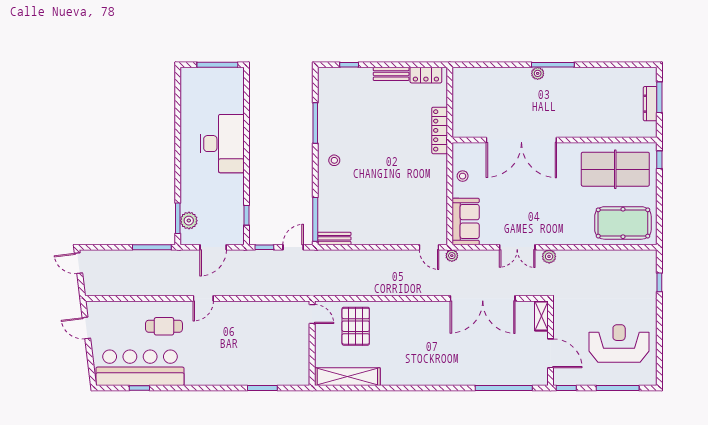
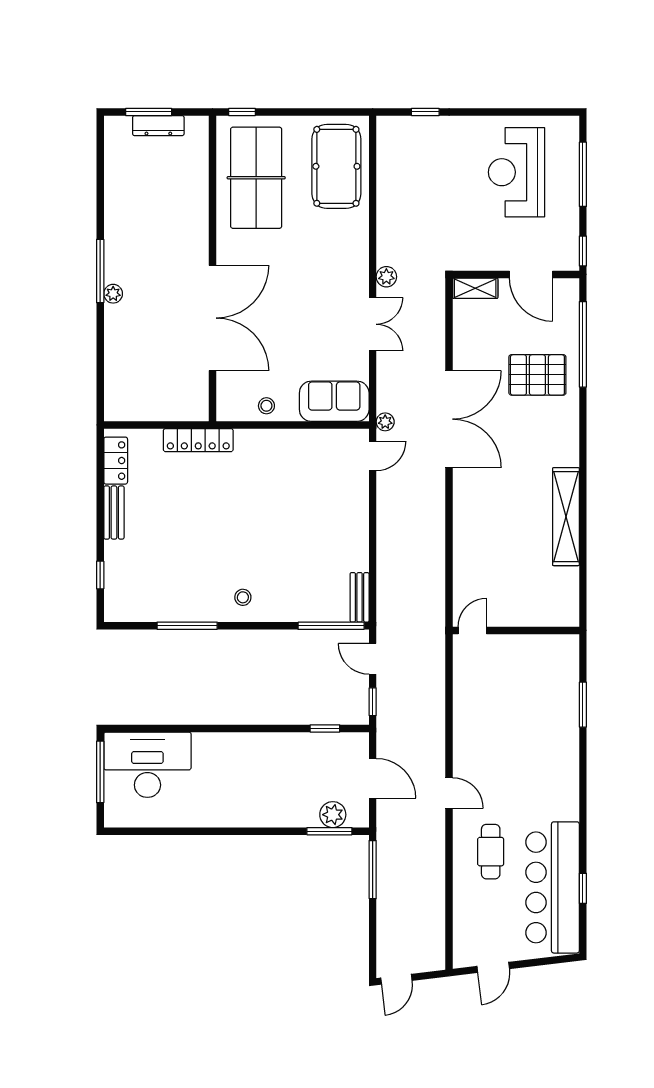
desk: (222, 144) -> (147, 765), moved
double door: (483, 298) -> (449, 419), moved
pallet: (356, 326) -> (537, 375), moved
door: (551, 353) -> (531, 274), swing flipped
shelving: (347, 377) -> (566, 517), moved

